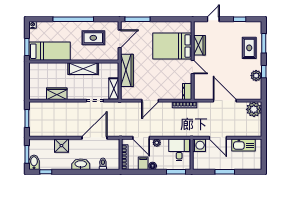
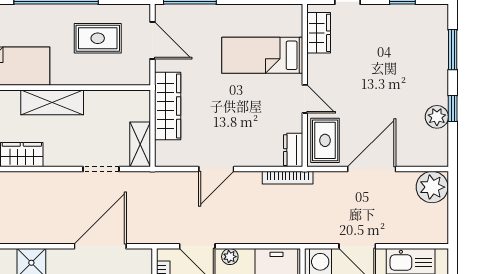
door: (120, 39) -> (152, 40), hinge flipped
wardrobe: (199, 45) -> (319, 33), moved
bed: (172, 46) -> (262, 55), width x0.67
rug: (249, 48) -> (325, 140), moved
shelving: (83, 69) -> (52, 102), moved
door: (225, 101) -> (372, 169), hinge flipped

